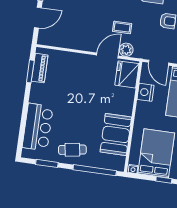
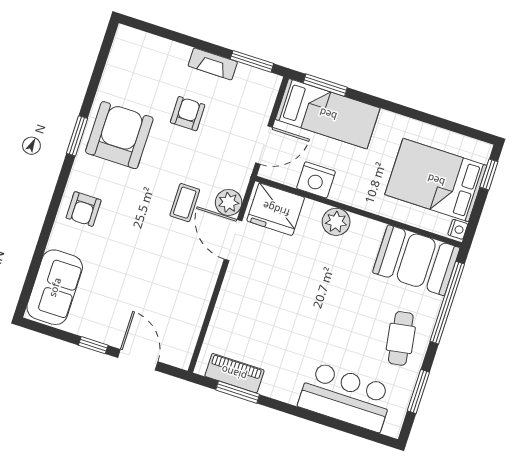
plant: (126, 106) -> (336, 222), added
booth: (116, 134) -> (416, 260), moved

